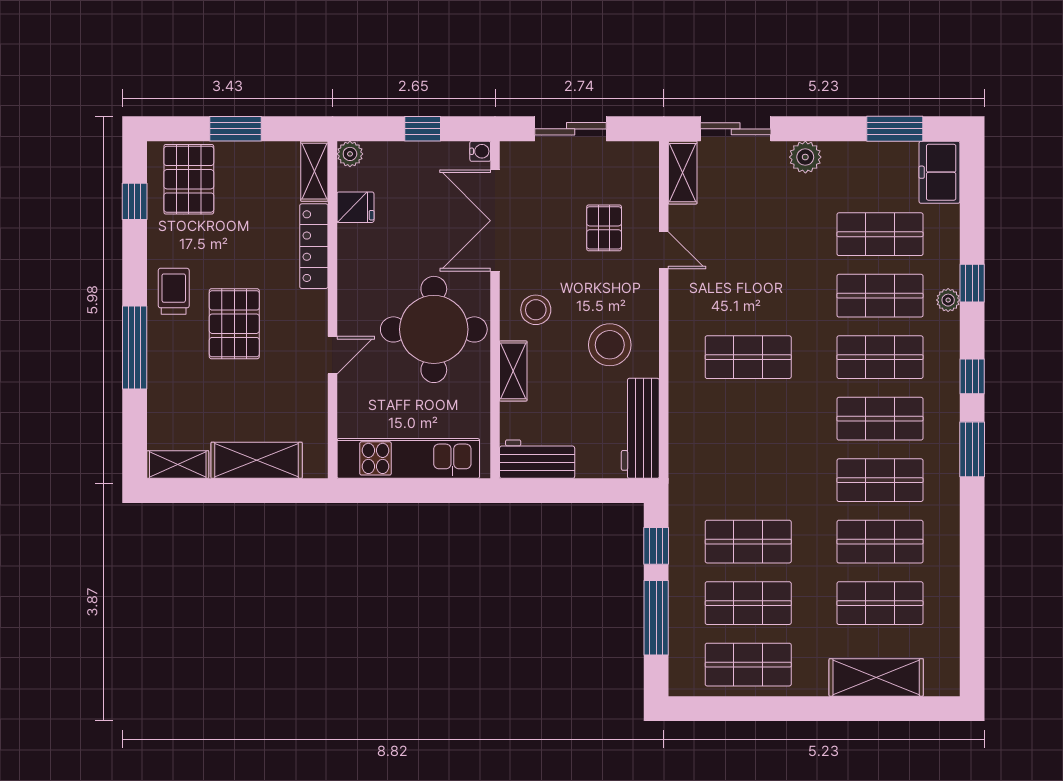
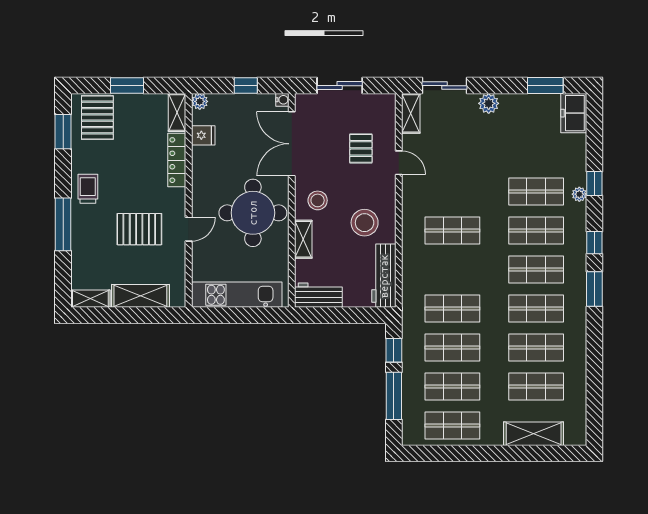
window: (135, 201) -> (63, 132), width x1.50
shop shelf: (880, 234) -> (452, 309), moved
pallet: (234, 324) -> (139, 229), moved, turned 90

